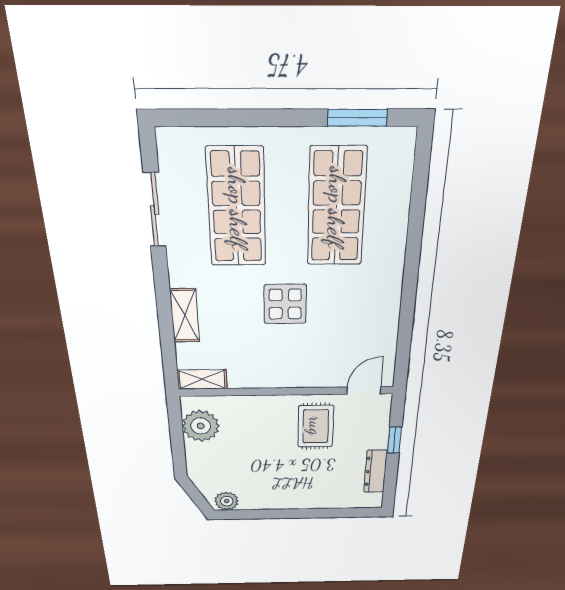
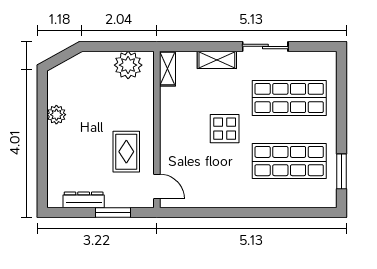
sliding door: (155, 210) -> (265, 46), moved
rug: (316, 426) -> (126, 152), turned 90
window: (394, 440) -> (113, 213), width x1.50
plant: (227, 501) -> (56, 115), moved

